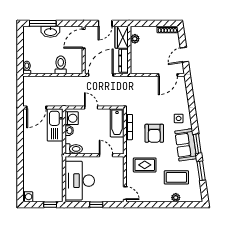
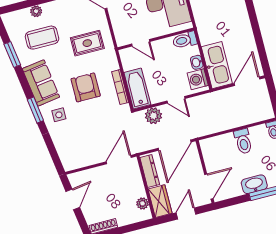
toilet: (61, 65) -> (243, 141), moved
door: (168, 75) -> (119, 160), moved
plant: (110, 100) -> (153, 116), added
window: (197, 144) -> (35, 110), moved

